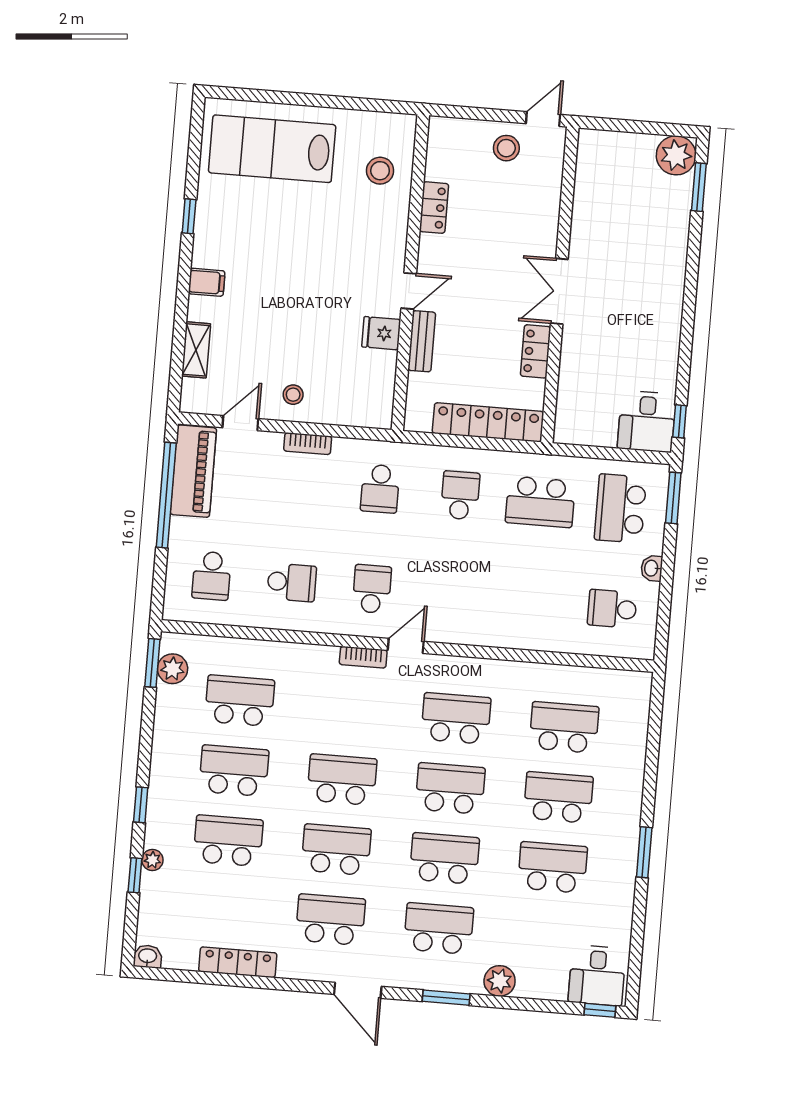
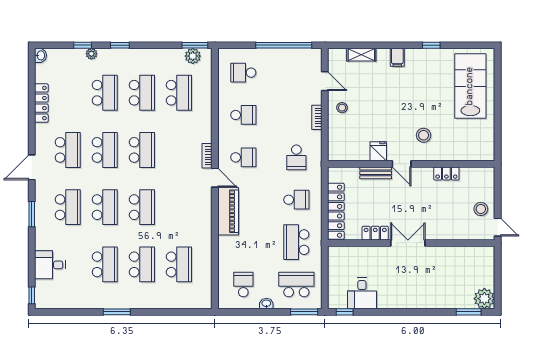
stool: (380, 171) -> (424, 135), moved
desk: (647, 422) -> (362, 293), moved, turned -90
piano: (193, 471) -> (228, 211), moved, turned -90
school desk: (380, 489) -> (296, 157), turned -90
school desk: (292, 582) -> (243, 115), turned -90
school desk: (456, 718) -> (179, 207), removed
desk: (597, 975) -> (50, 265), moved
plant: (500, 981) -> (43, 241), removed

